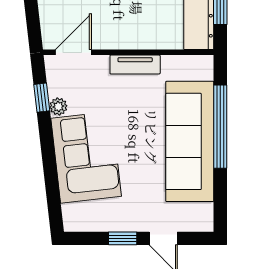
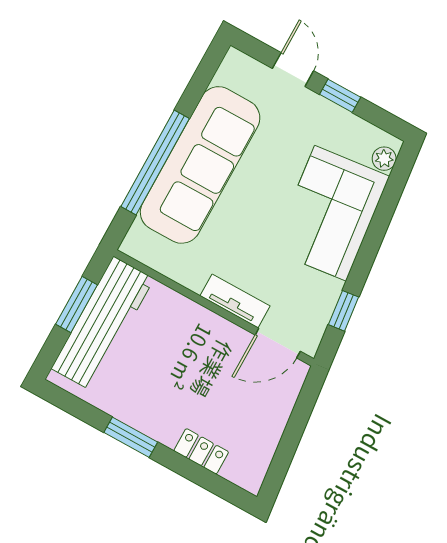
tv unit: (135, 64) -> (235, 301), moved
plant: (58, 107) -> (384, 159), moved

